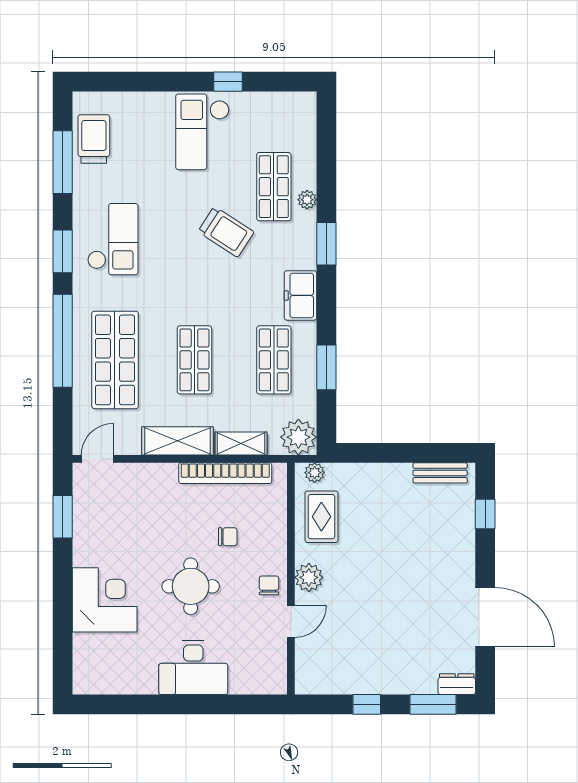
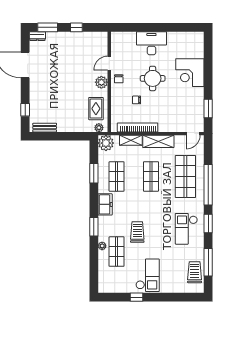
trolley: (94, 139) -> (195, 272), turned 180
trolley: (226, 232) -> (137, 232), turned 57

